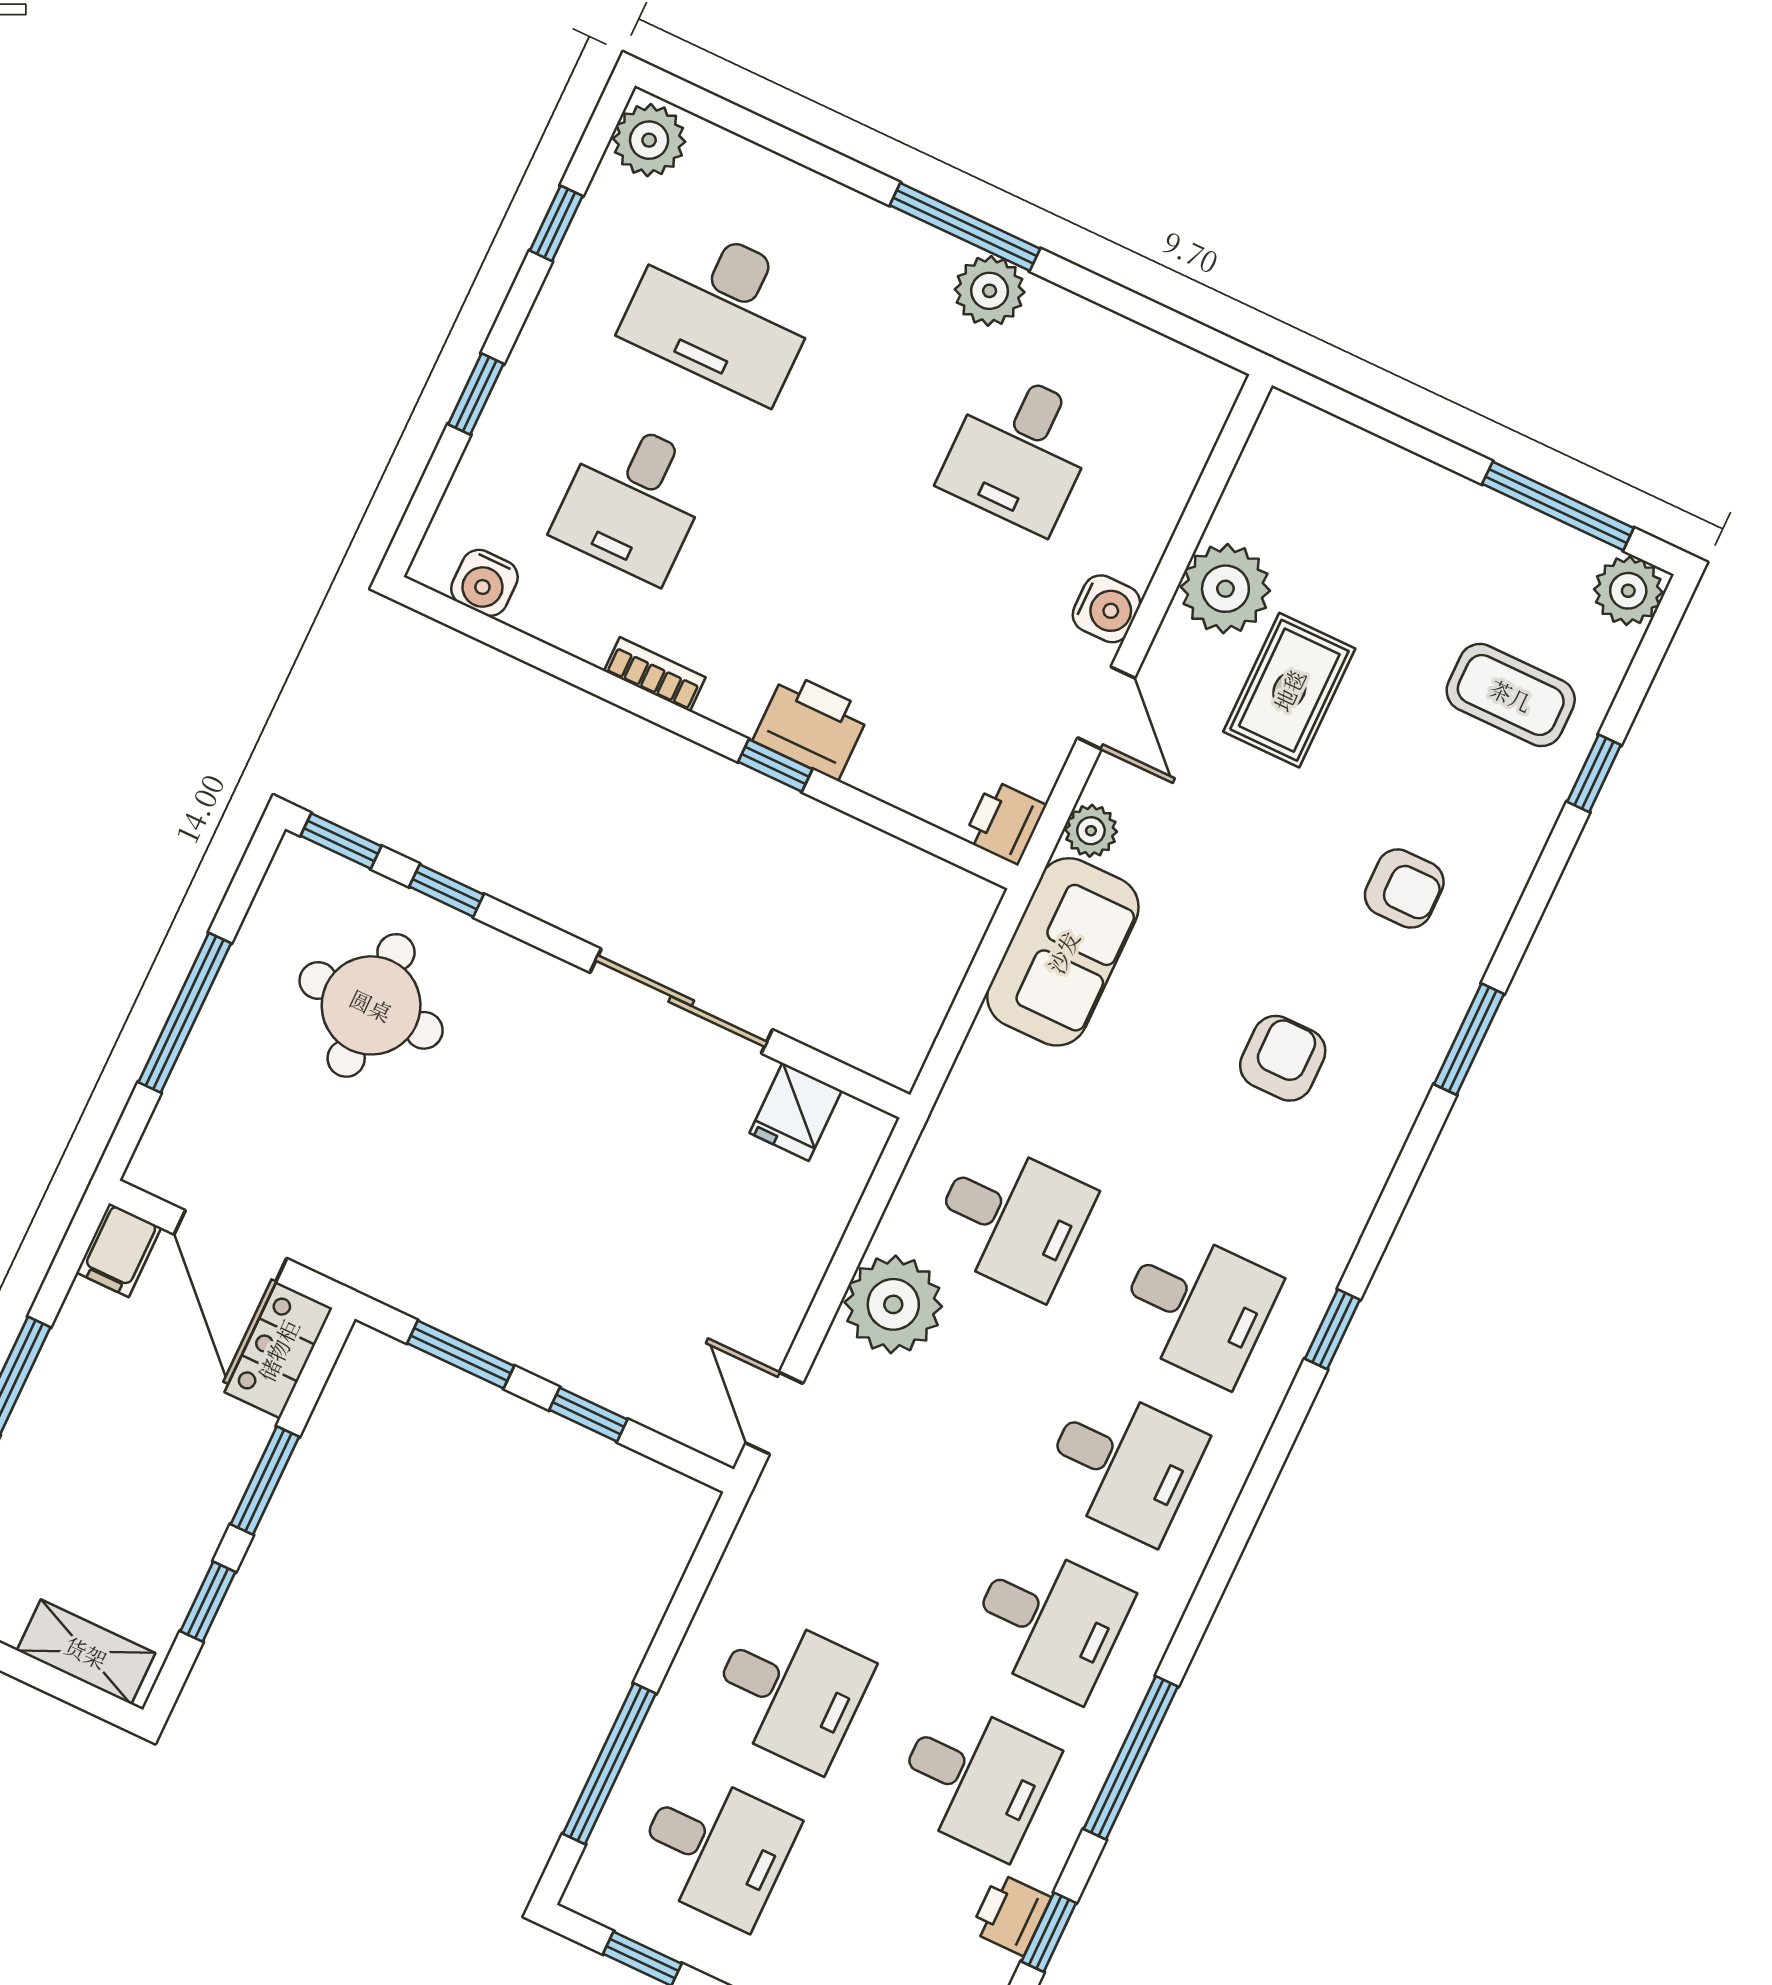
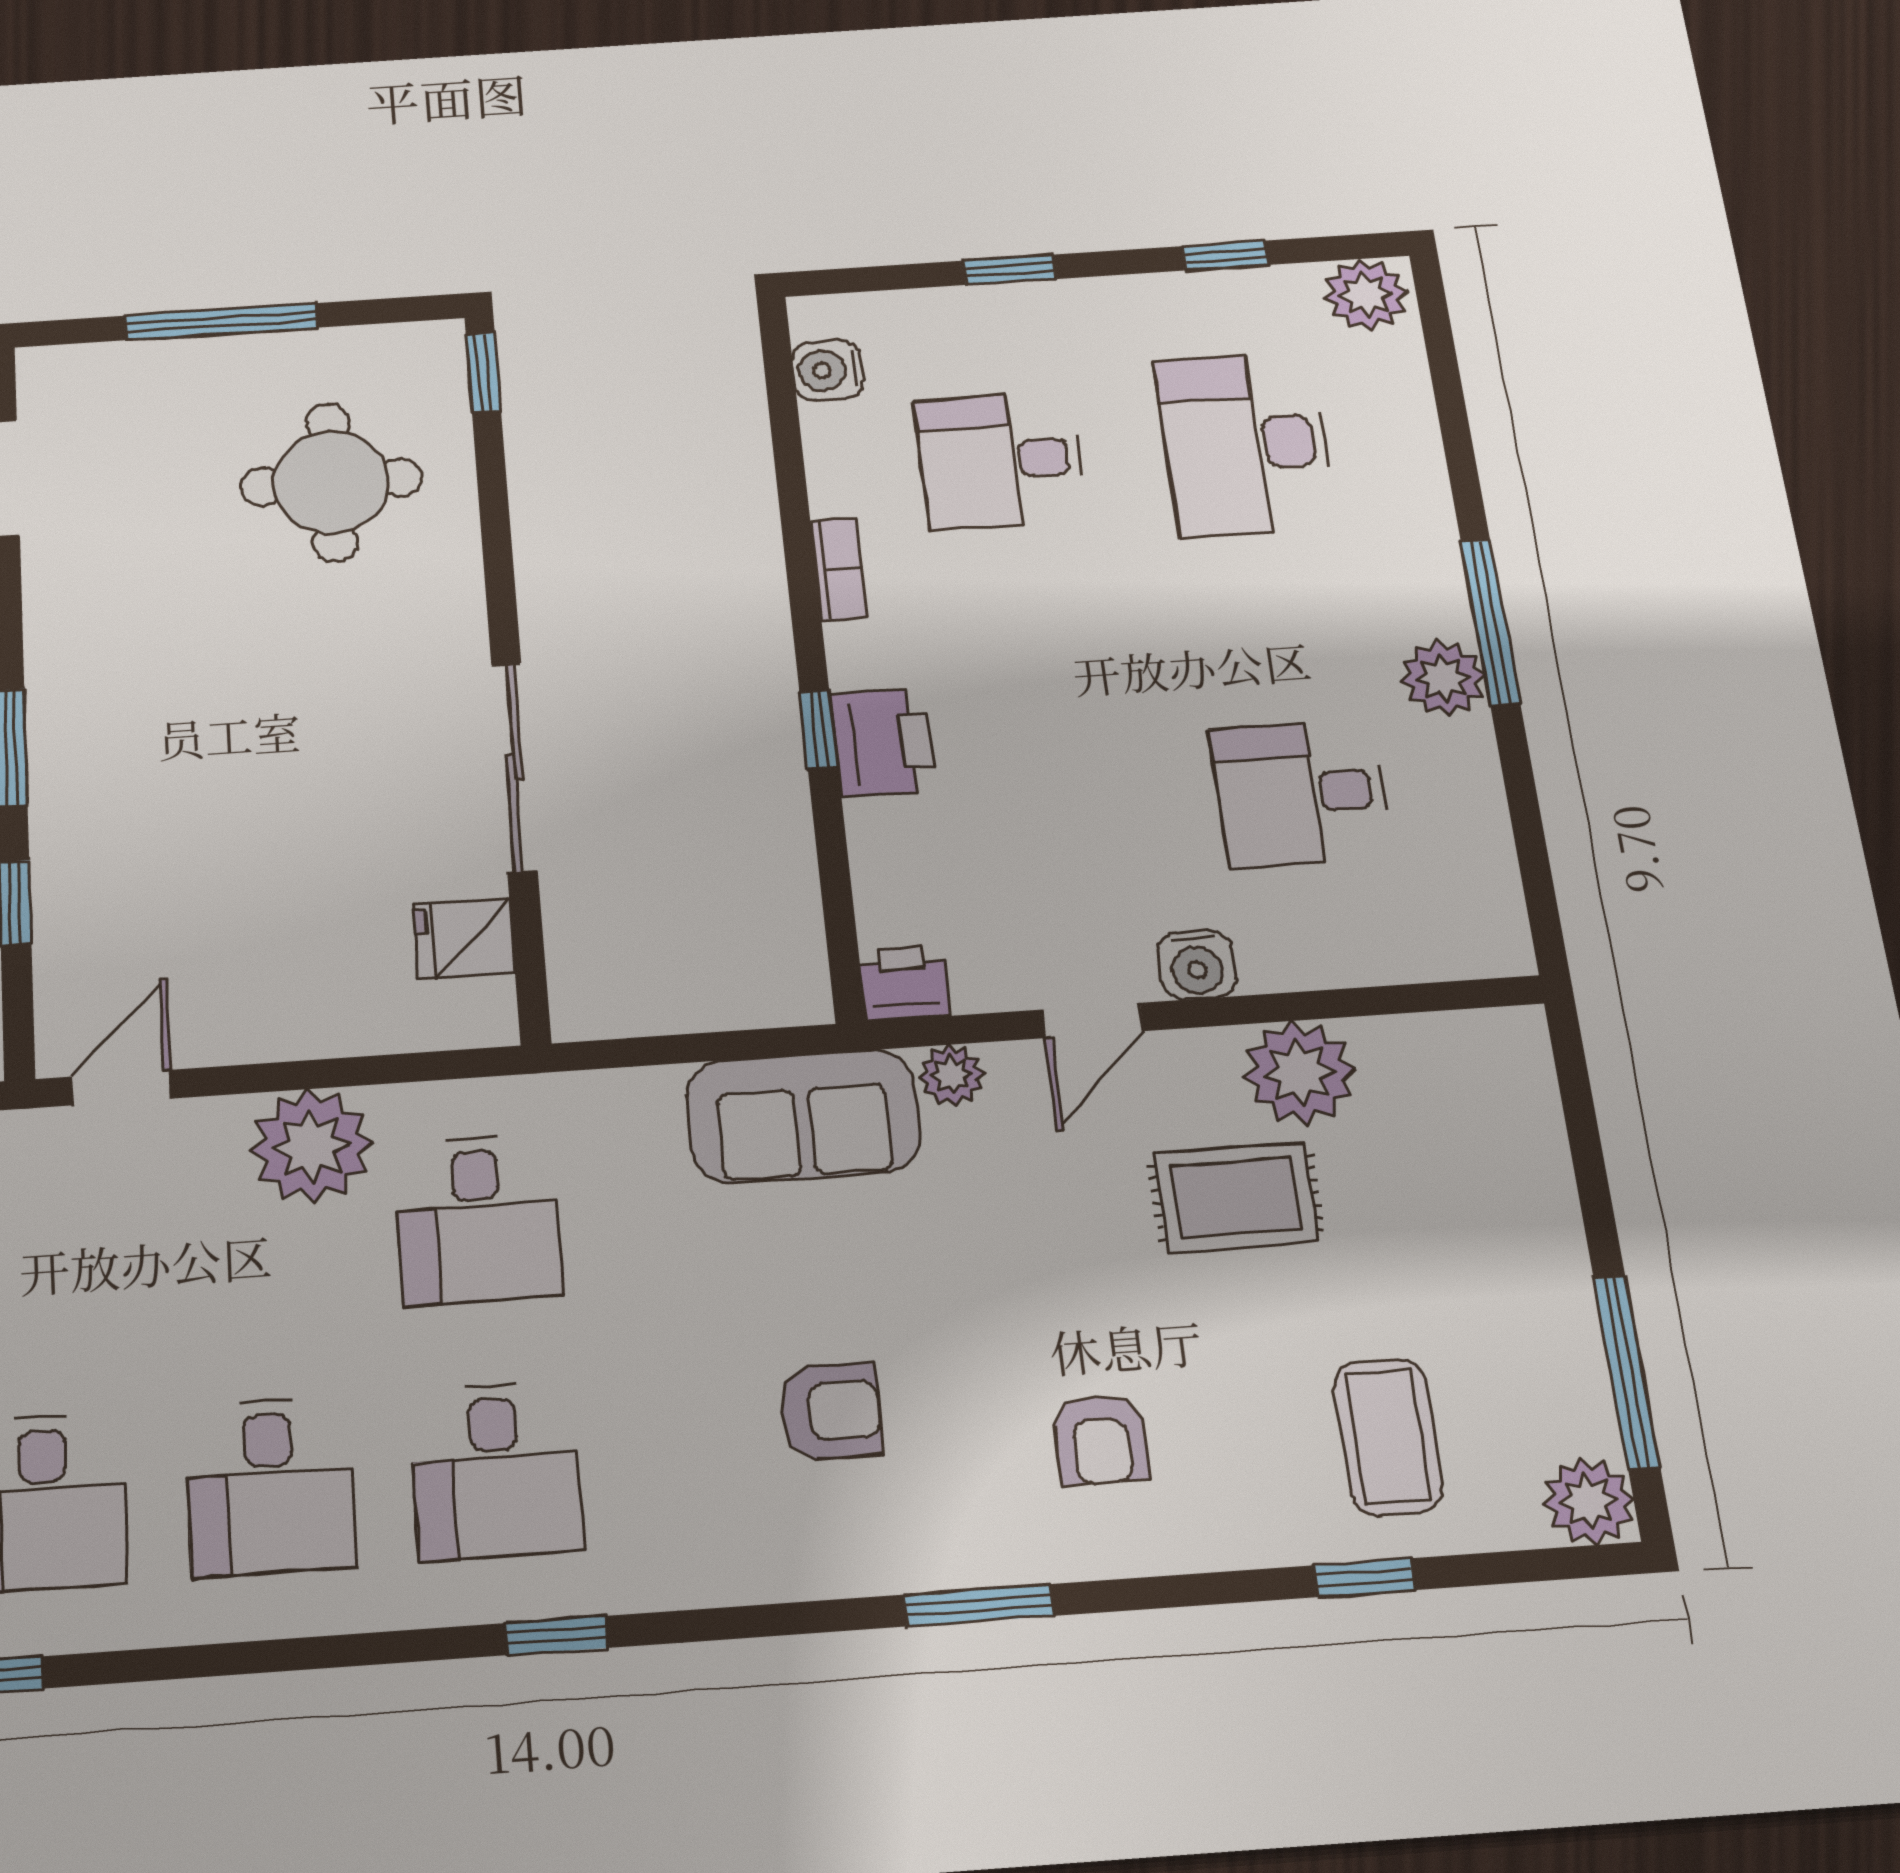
window: (446, 891) -> (493, 492), removed

